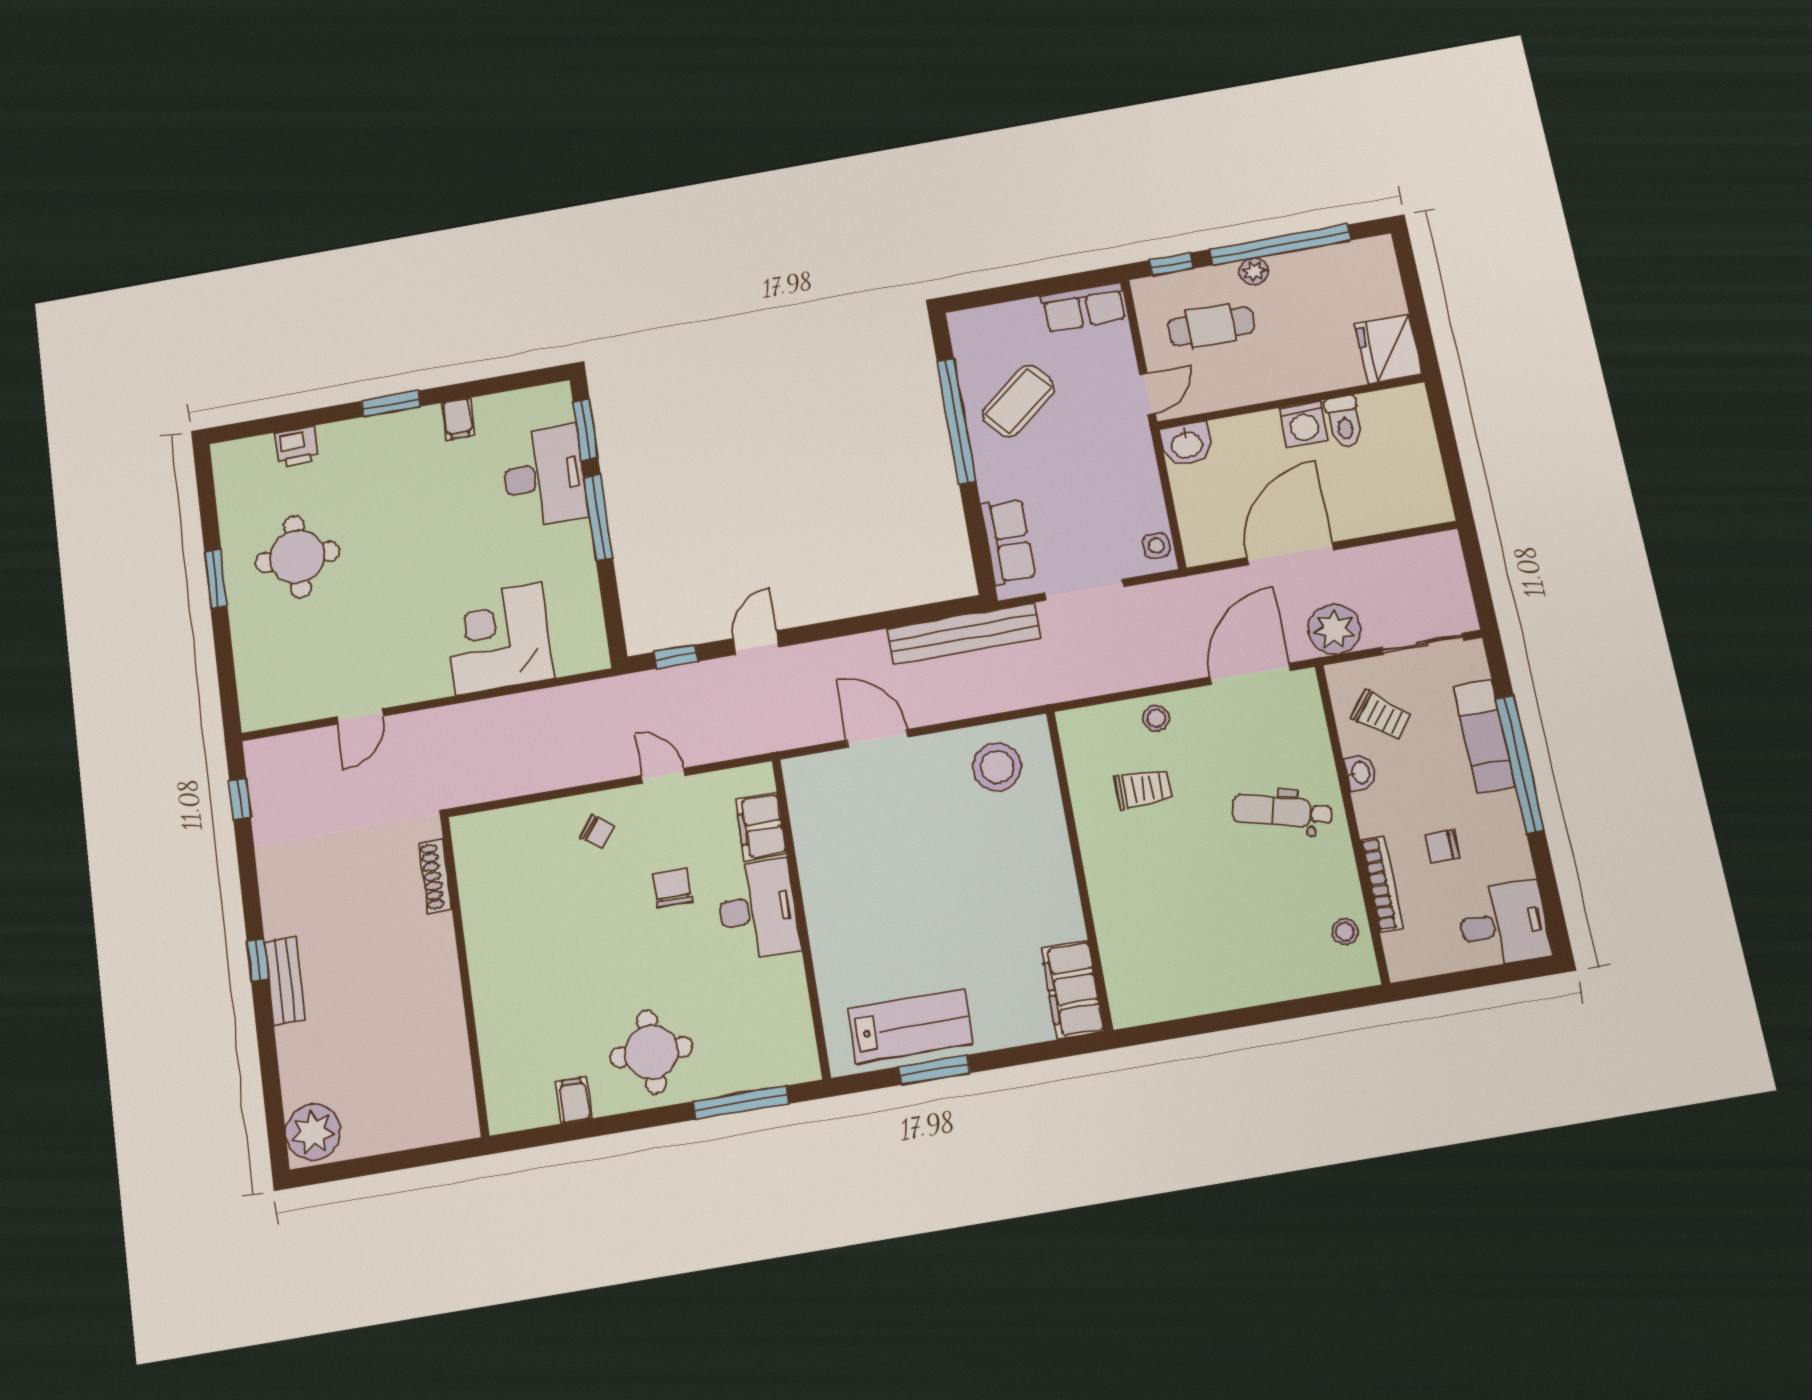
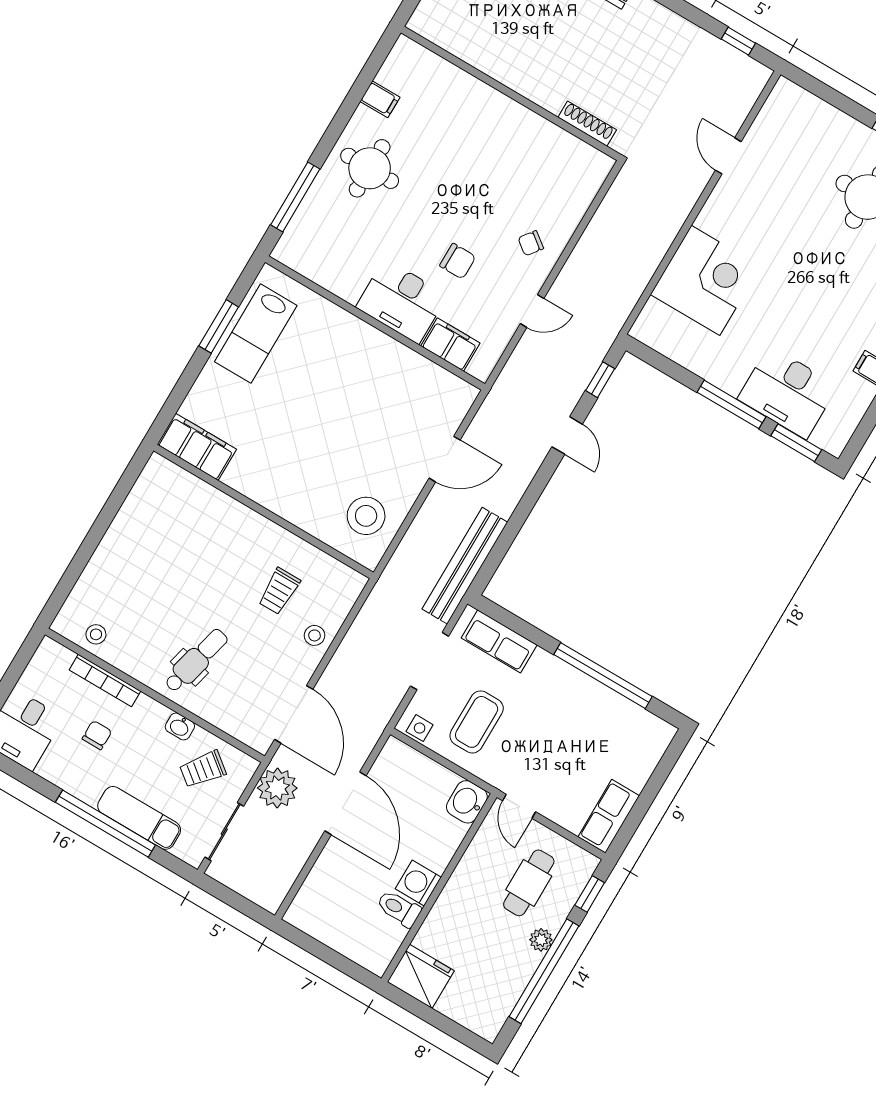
coffee table: (1018, 401) -> (477, 722), moved, turned 39

